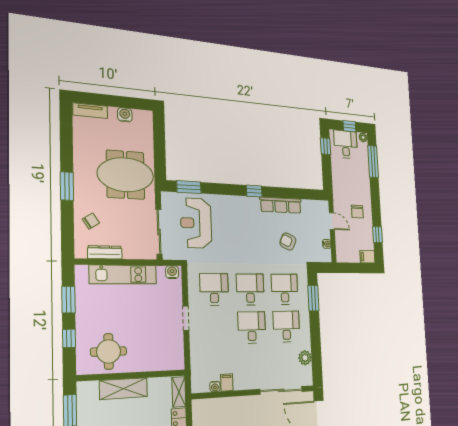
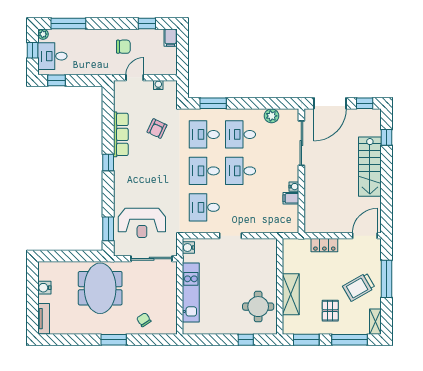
dresser: (105, 252) -> (171, 308), removed
window: (68, 300) -> (213, 340), removed
water cooler: (215, 387) -> (294, 187), moved
shelving: (179, 392) -> (297, 244), removed

